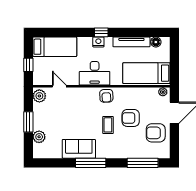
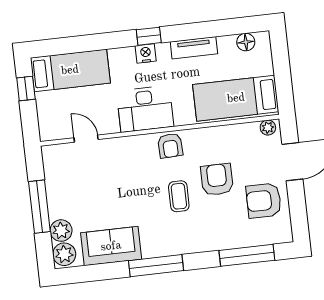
tv unit: (131, 42) -> (194, 48), width x0.71
window: (28, 65) -> (26, 89), moved
plant: (39, 96) -> (64, 254), moved
armchair: (131, 118) -> (217, 180), turned 90
window: (28, 122) -> (39, 207), width x1.44
sofa: (79, 149) -> (111, 246), moved

